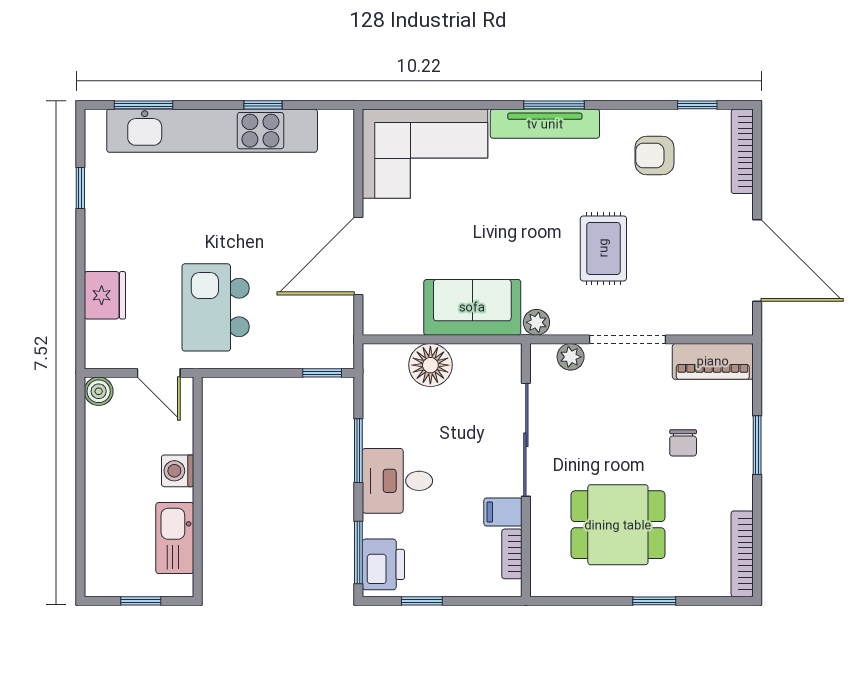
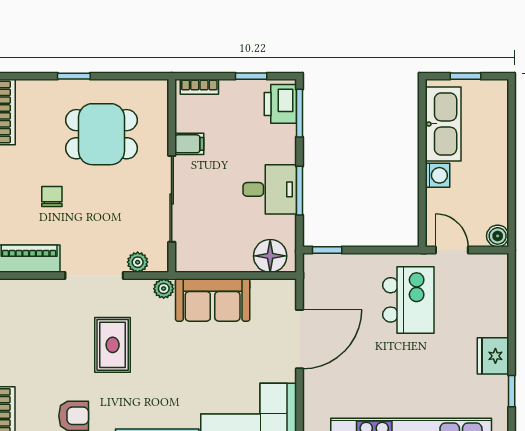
fridge: (105, 295) -> (493, 356), moved
floor lamp: (430, 365) -> (270, 256), moved
desk: (397, 481) -> (270, 189), moved
kitchen sink: (175, 538) -> (443, 124), width x1.36, depth x1.24
bookcase: (512, 554) -> (199, 87), moved, turned 90

